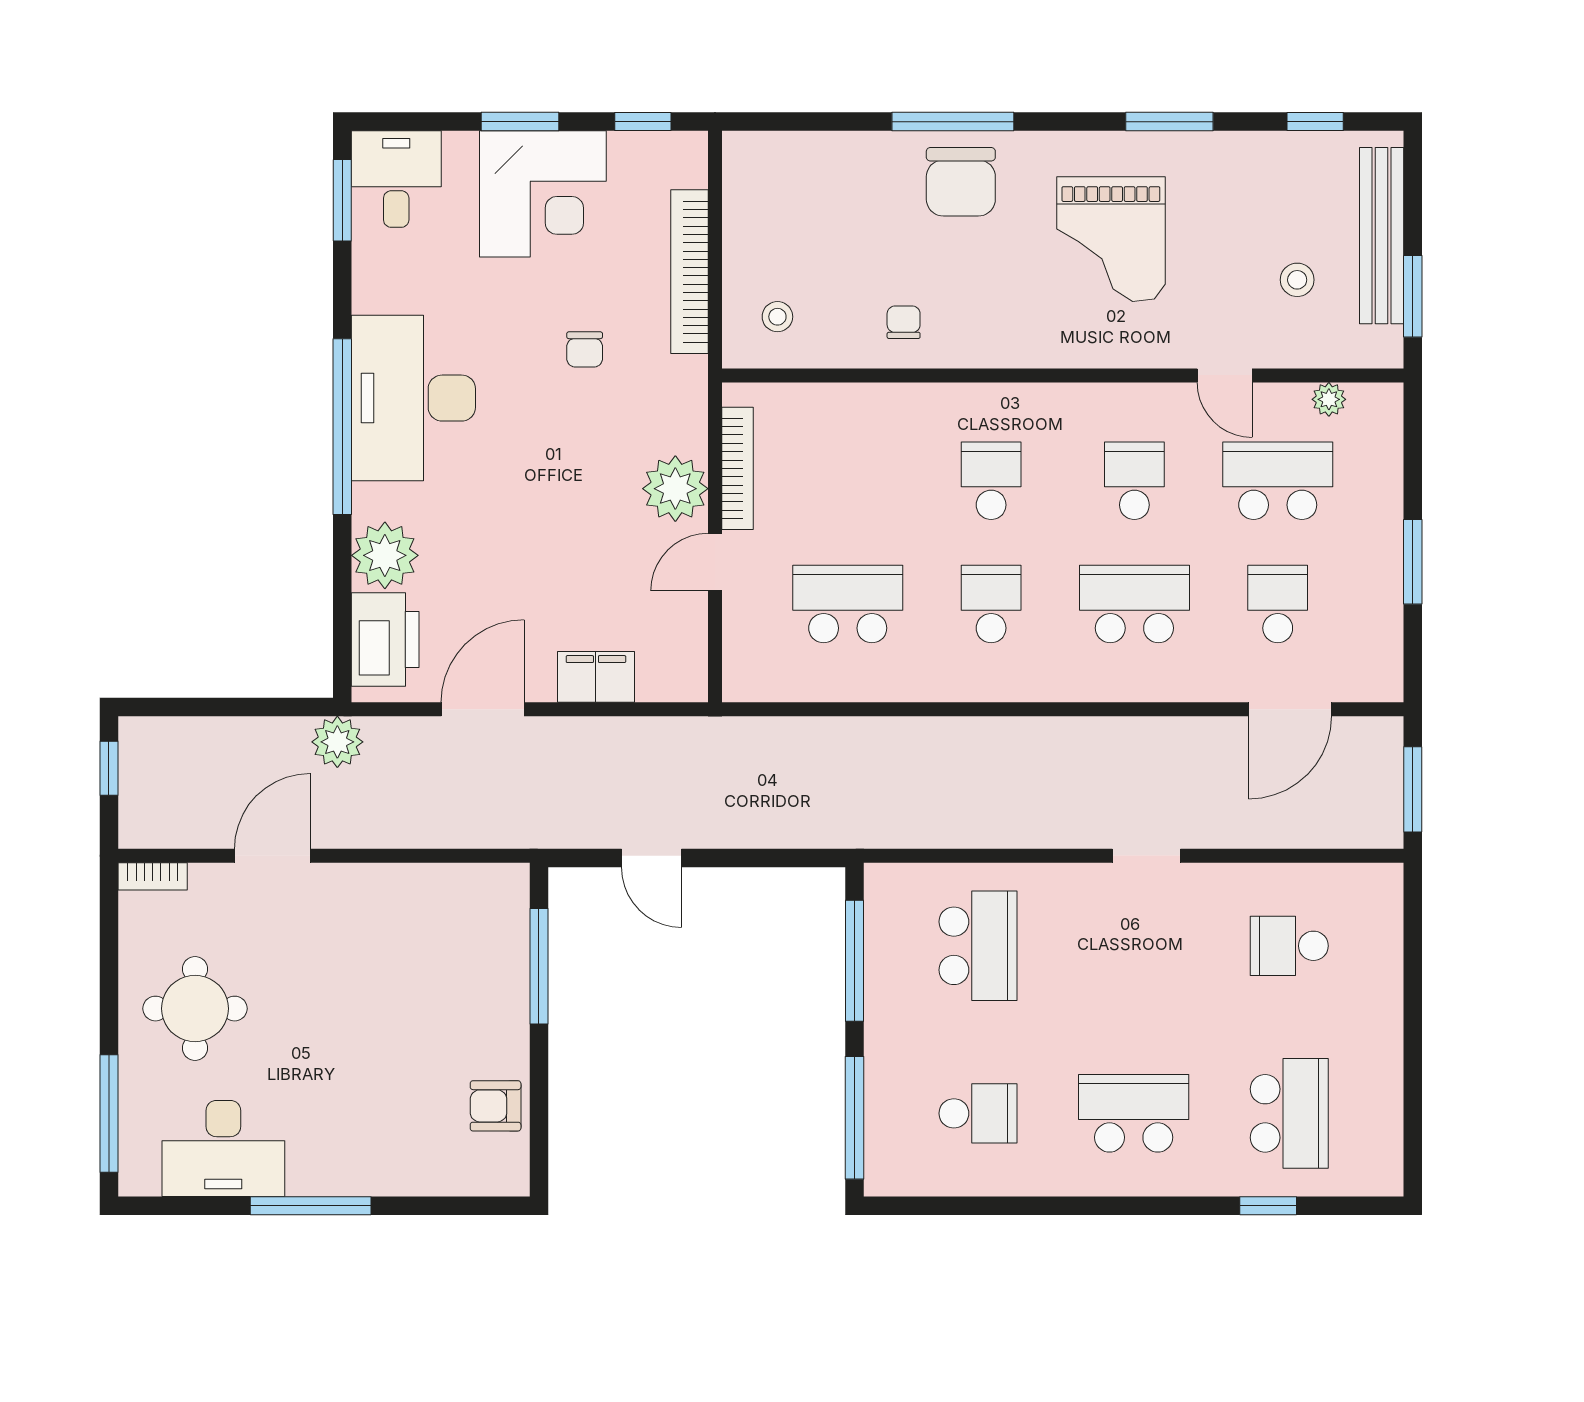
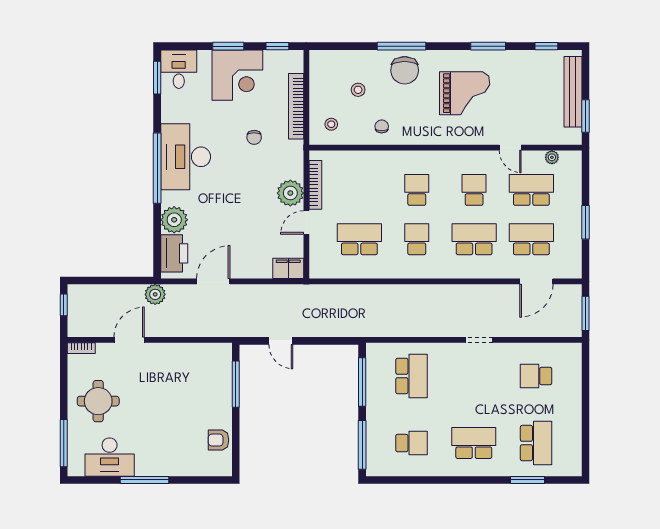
grand piano: (1111, 239) -> (465, 93), turned -90
stool: (1297, 280) -> (358, 90), moved
school desk: (1278, 604) -> (531, 239), width x1.85
filing cabinet: (596, 677) -> (288, 268), moved
window: (1268, 1206) -> (528, 480), width x1.50

